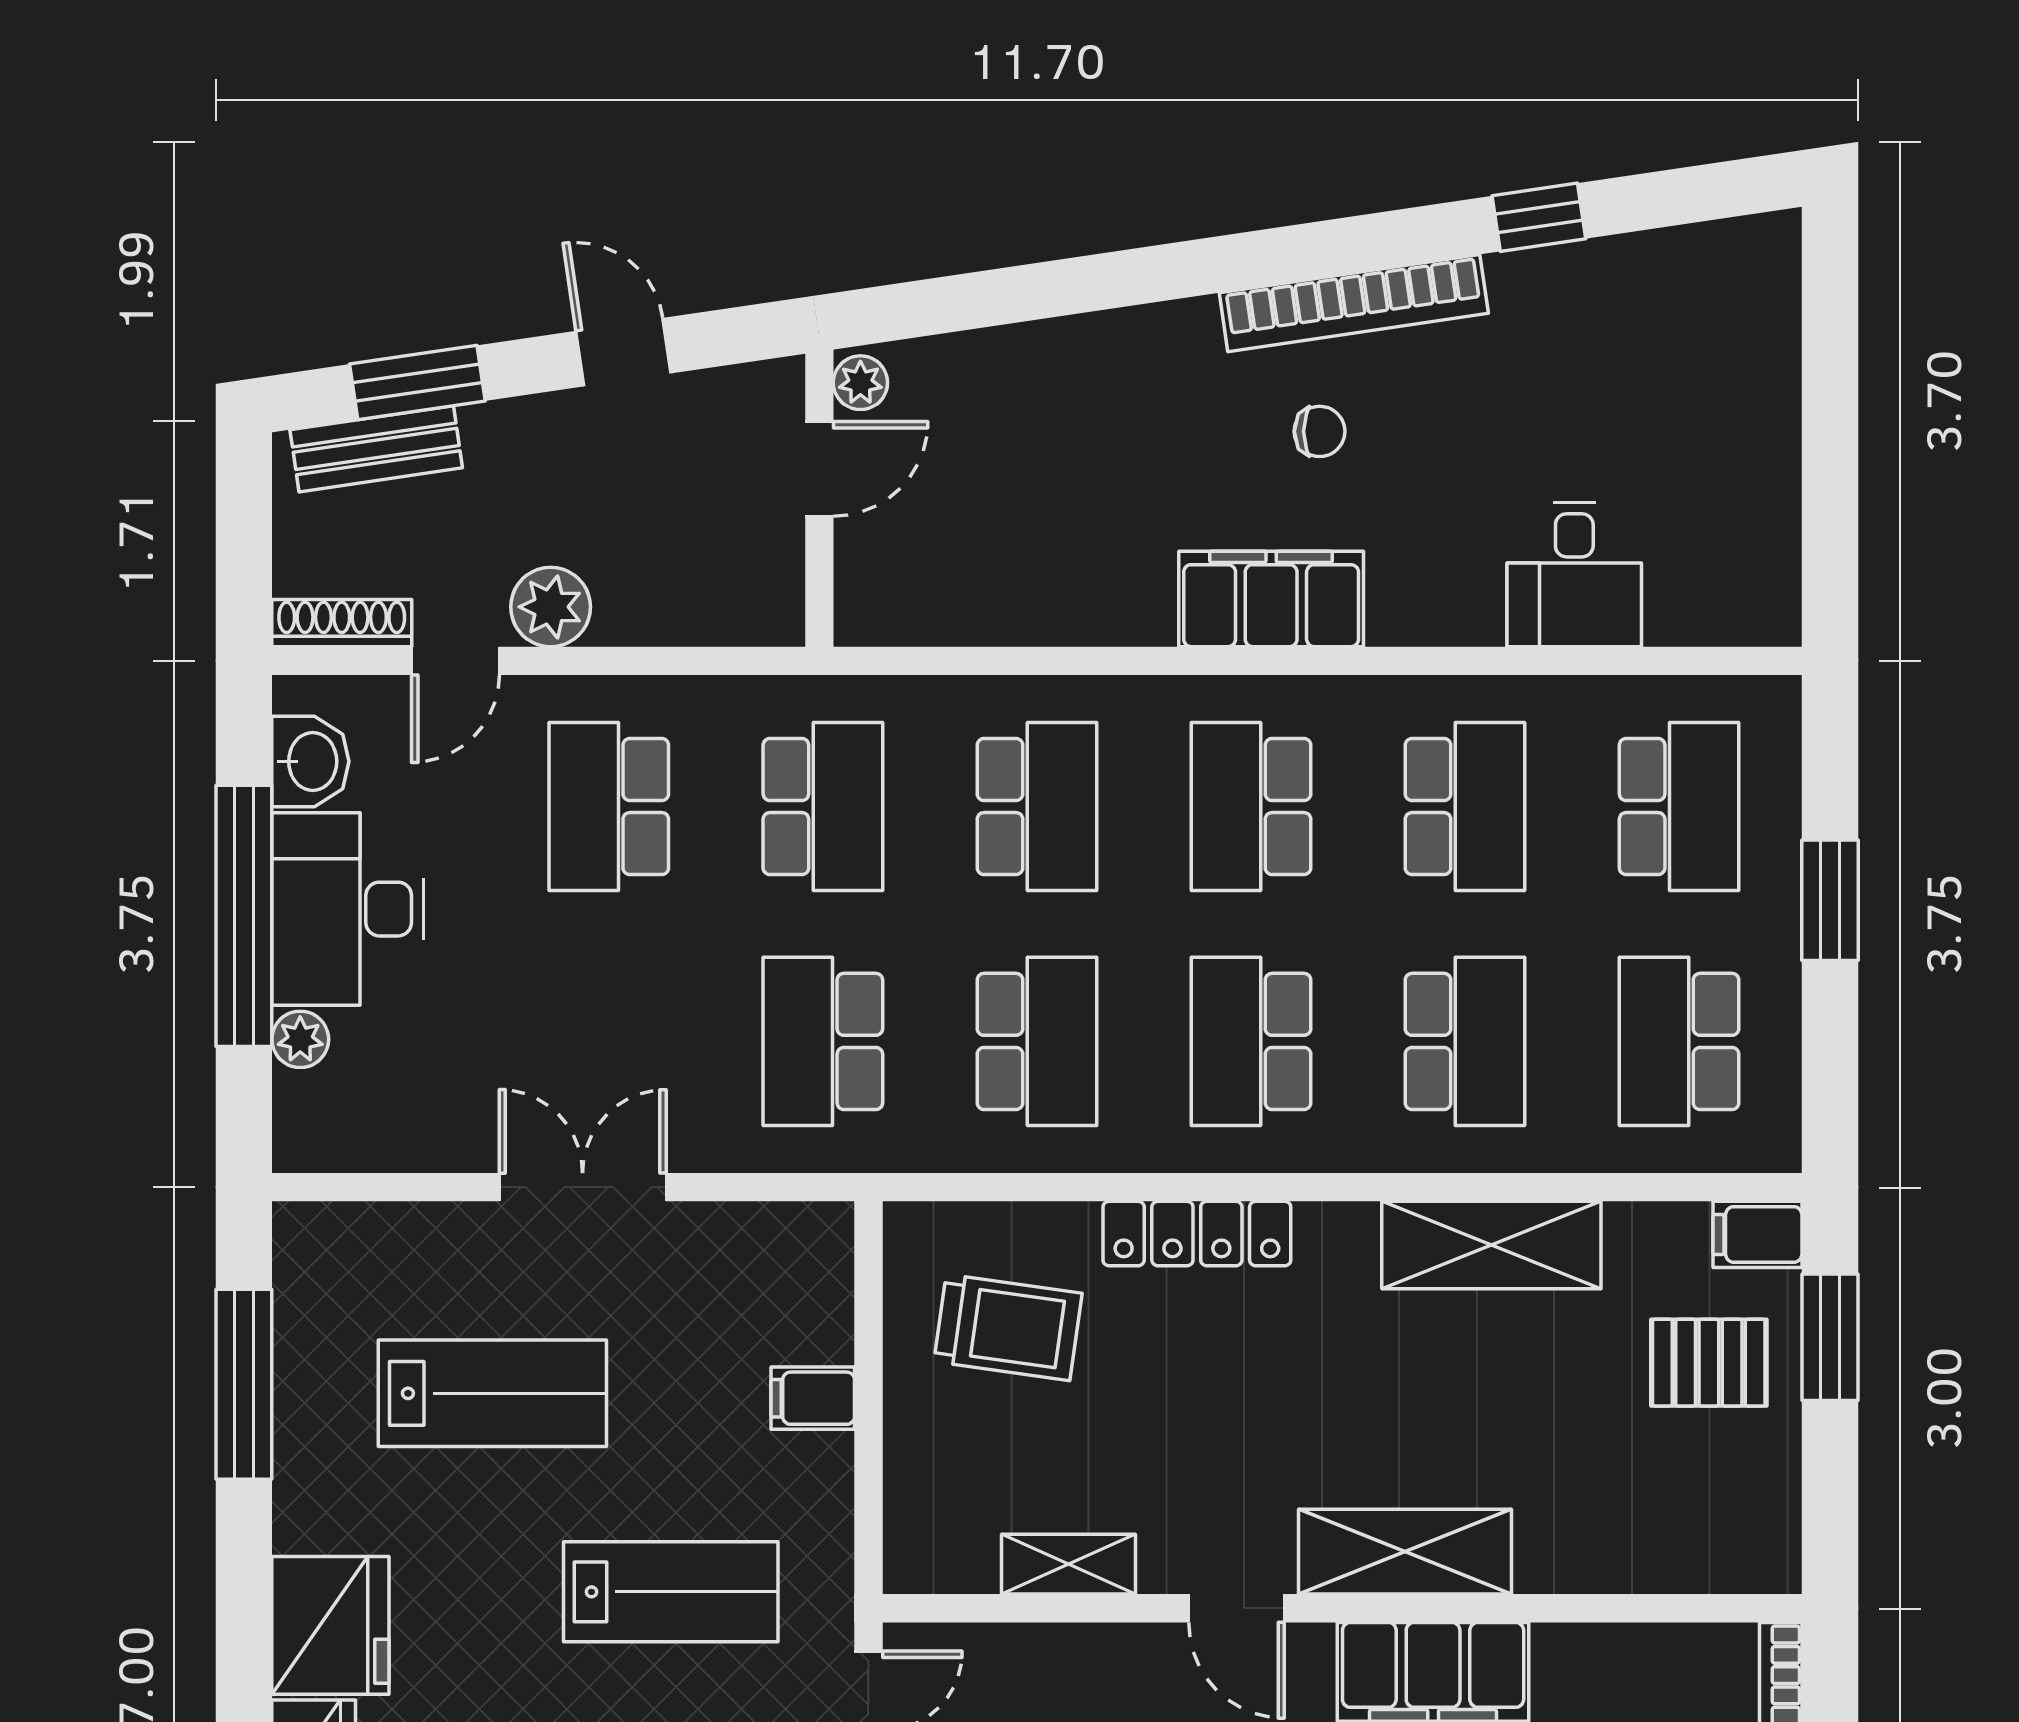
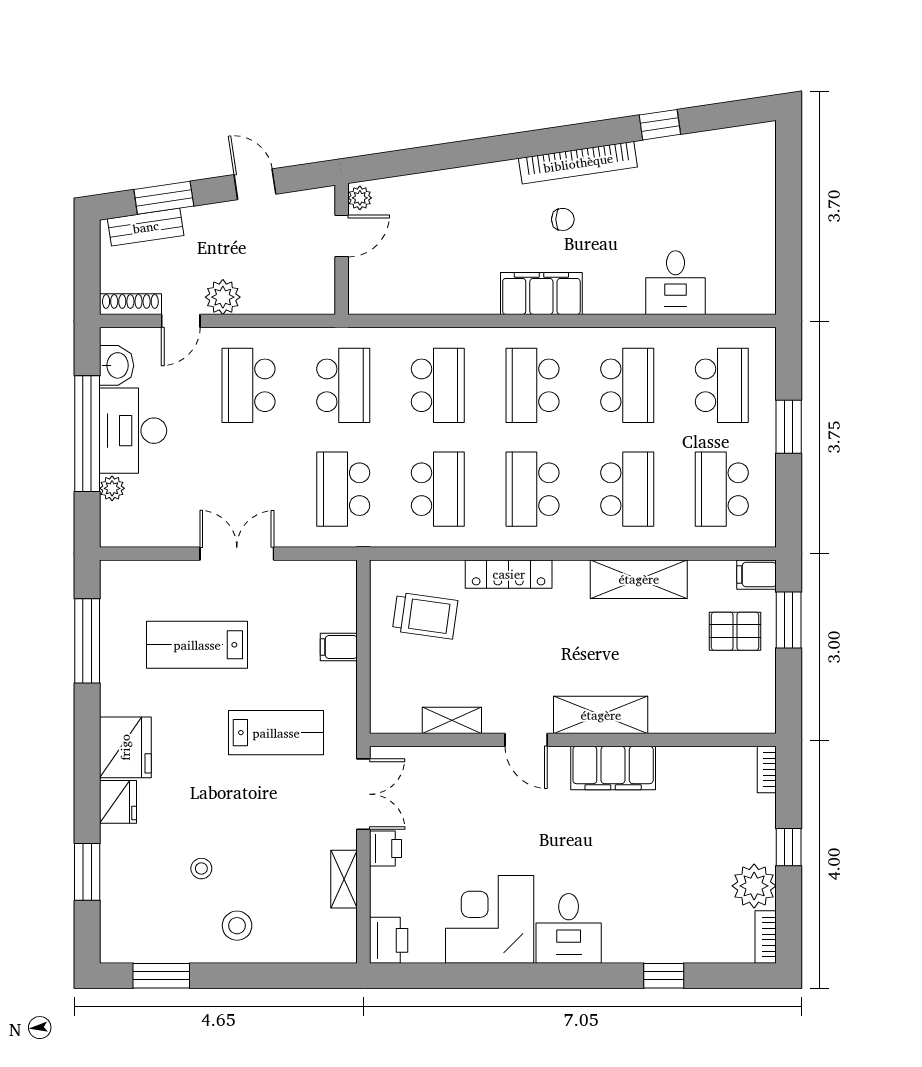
lab bench: (492, 1393) -> (197, 645), turned 180

